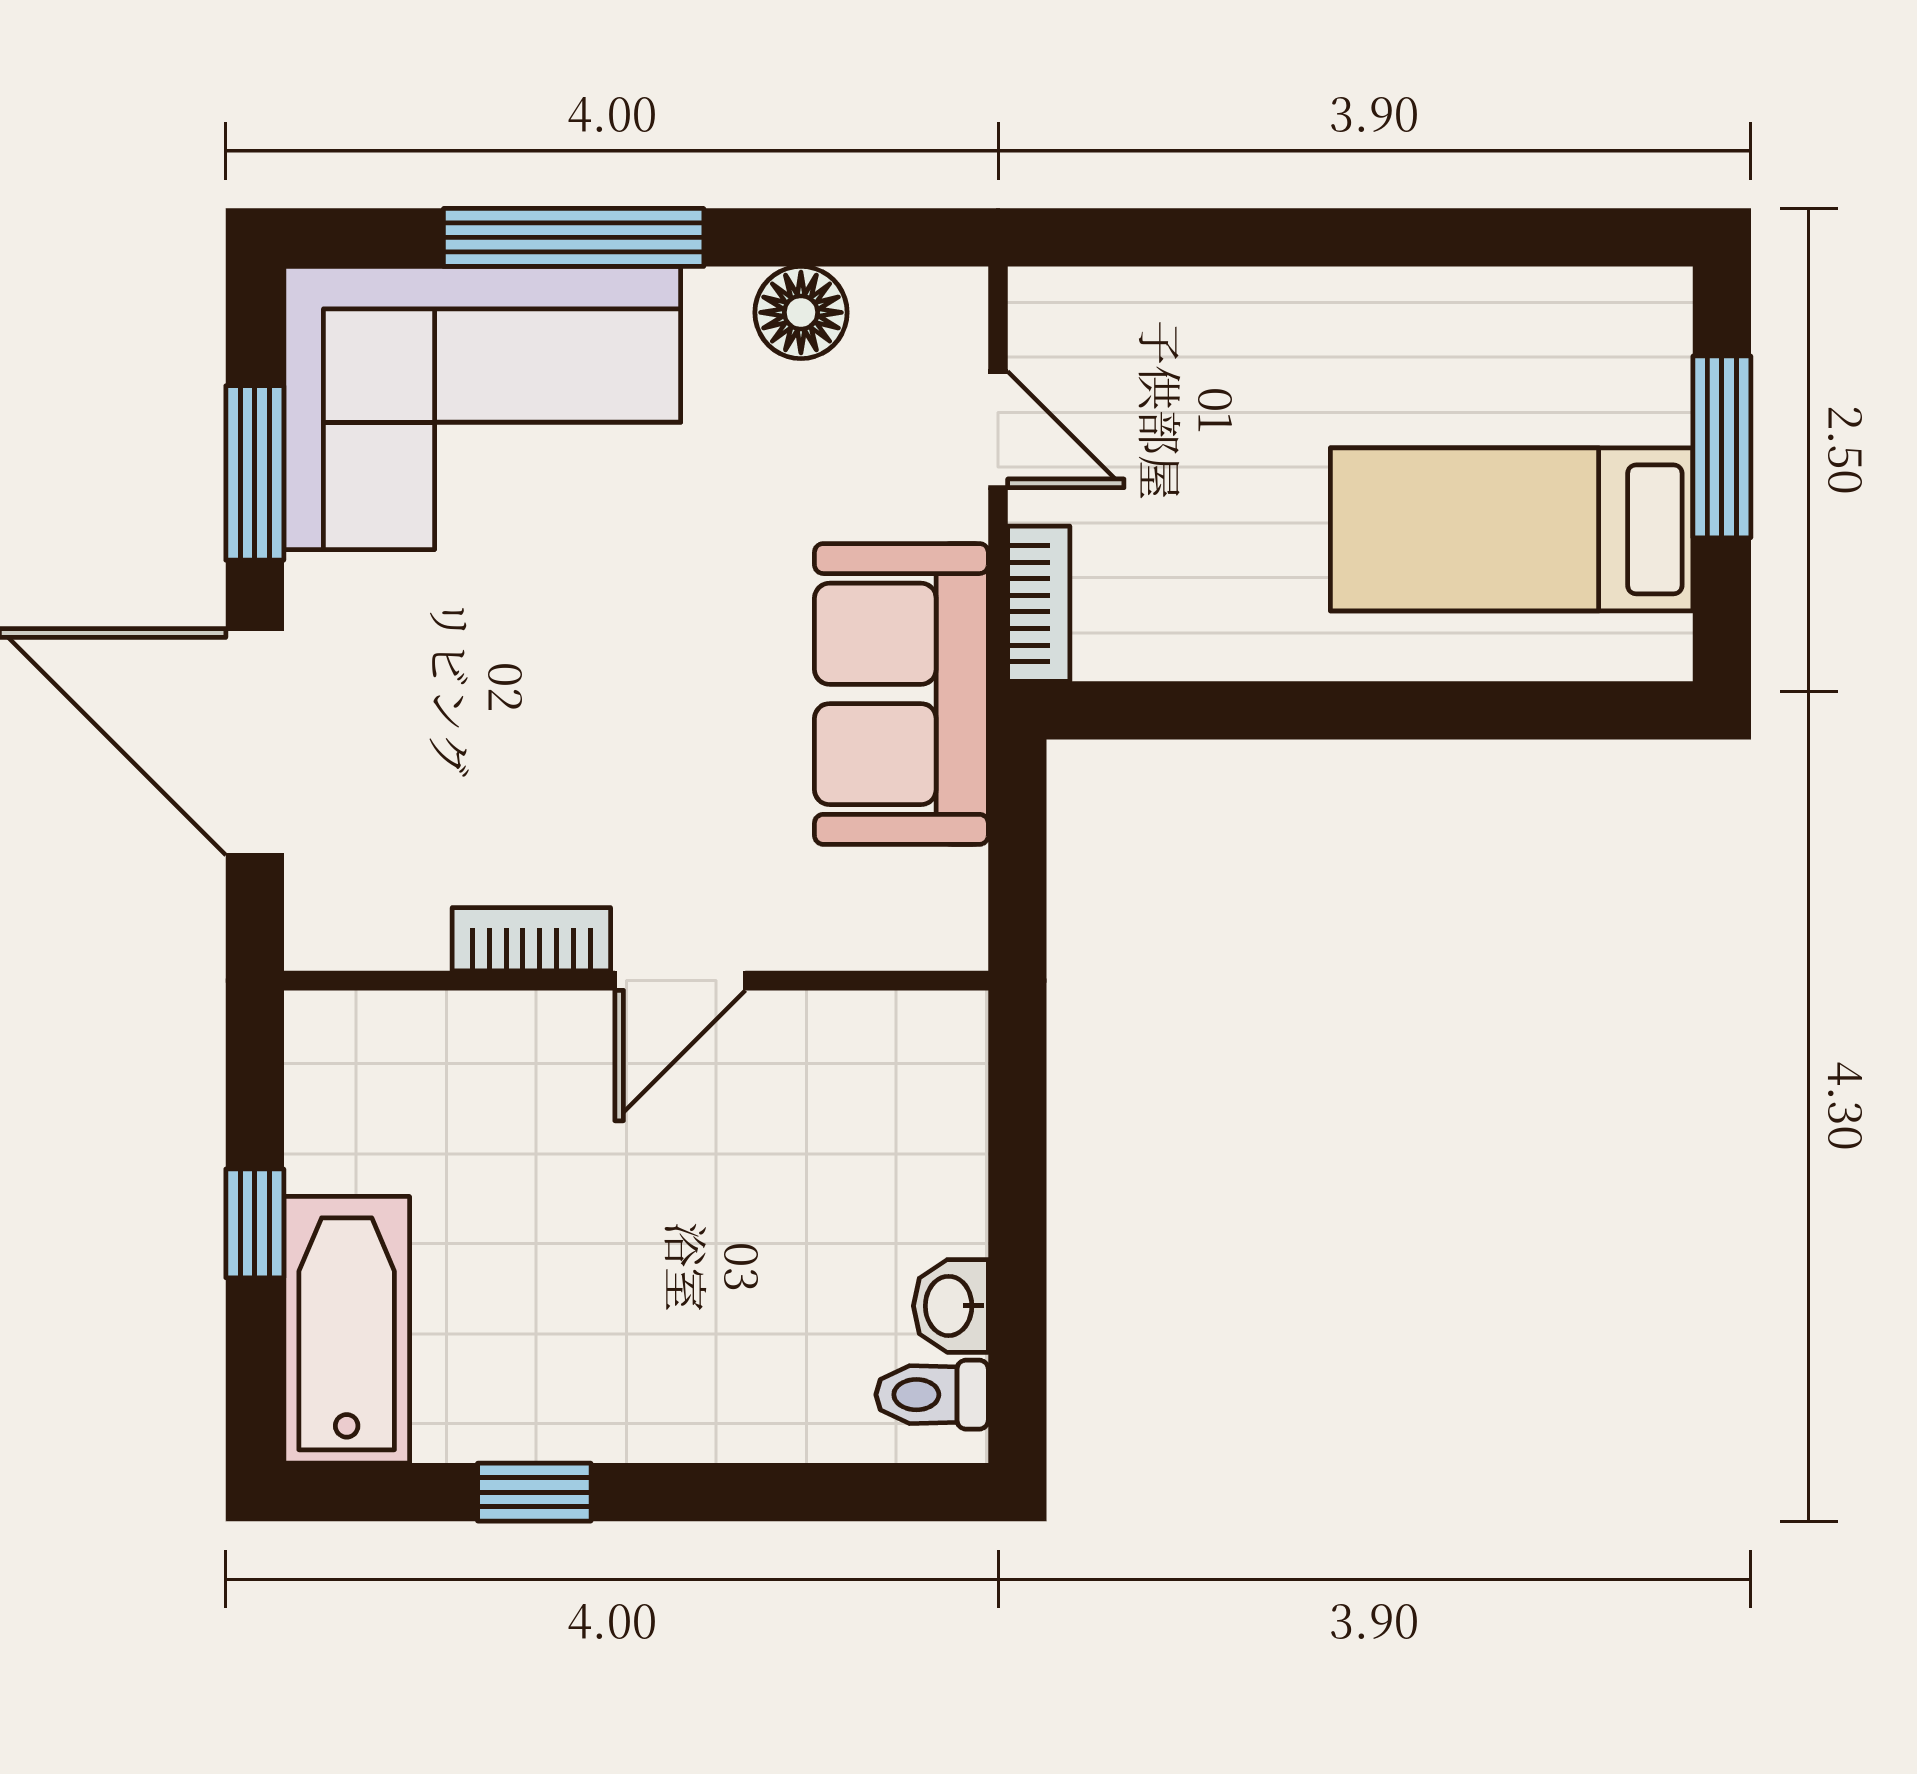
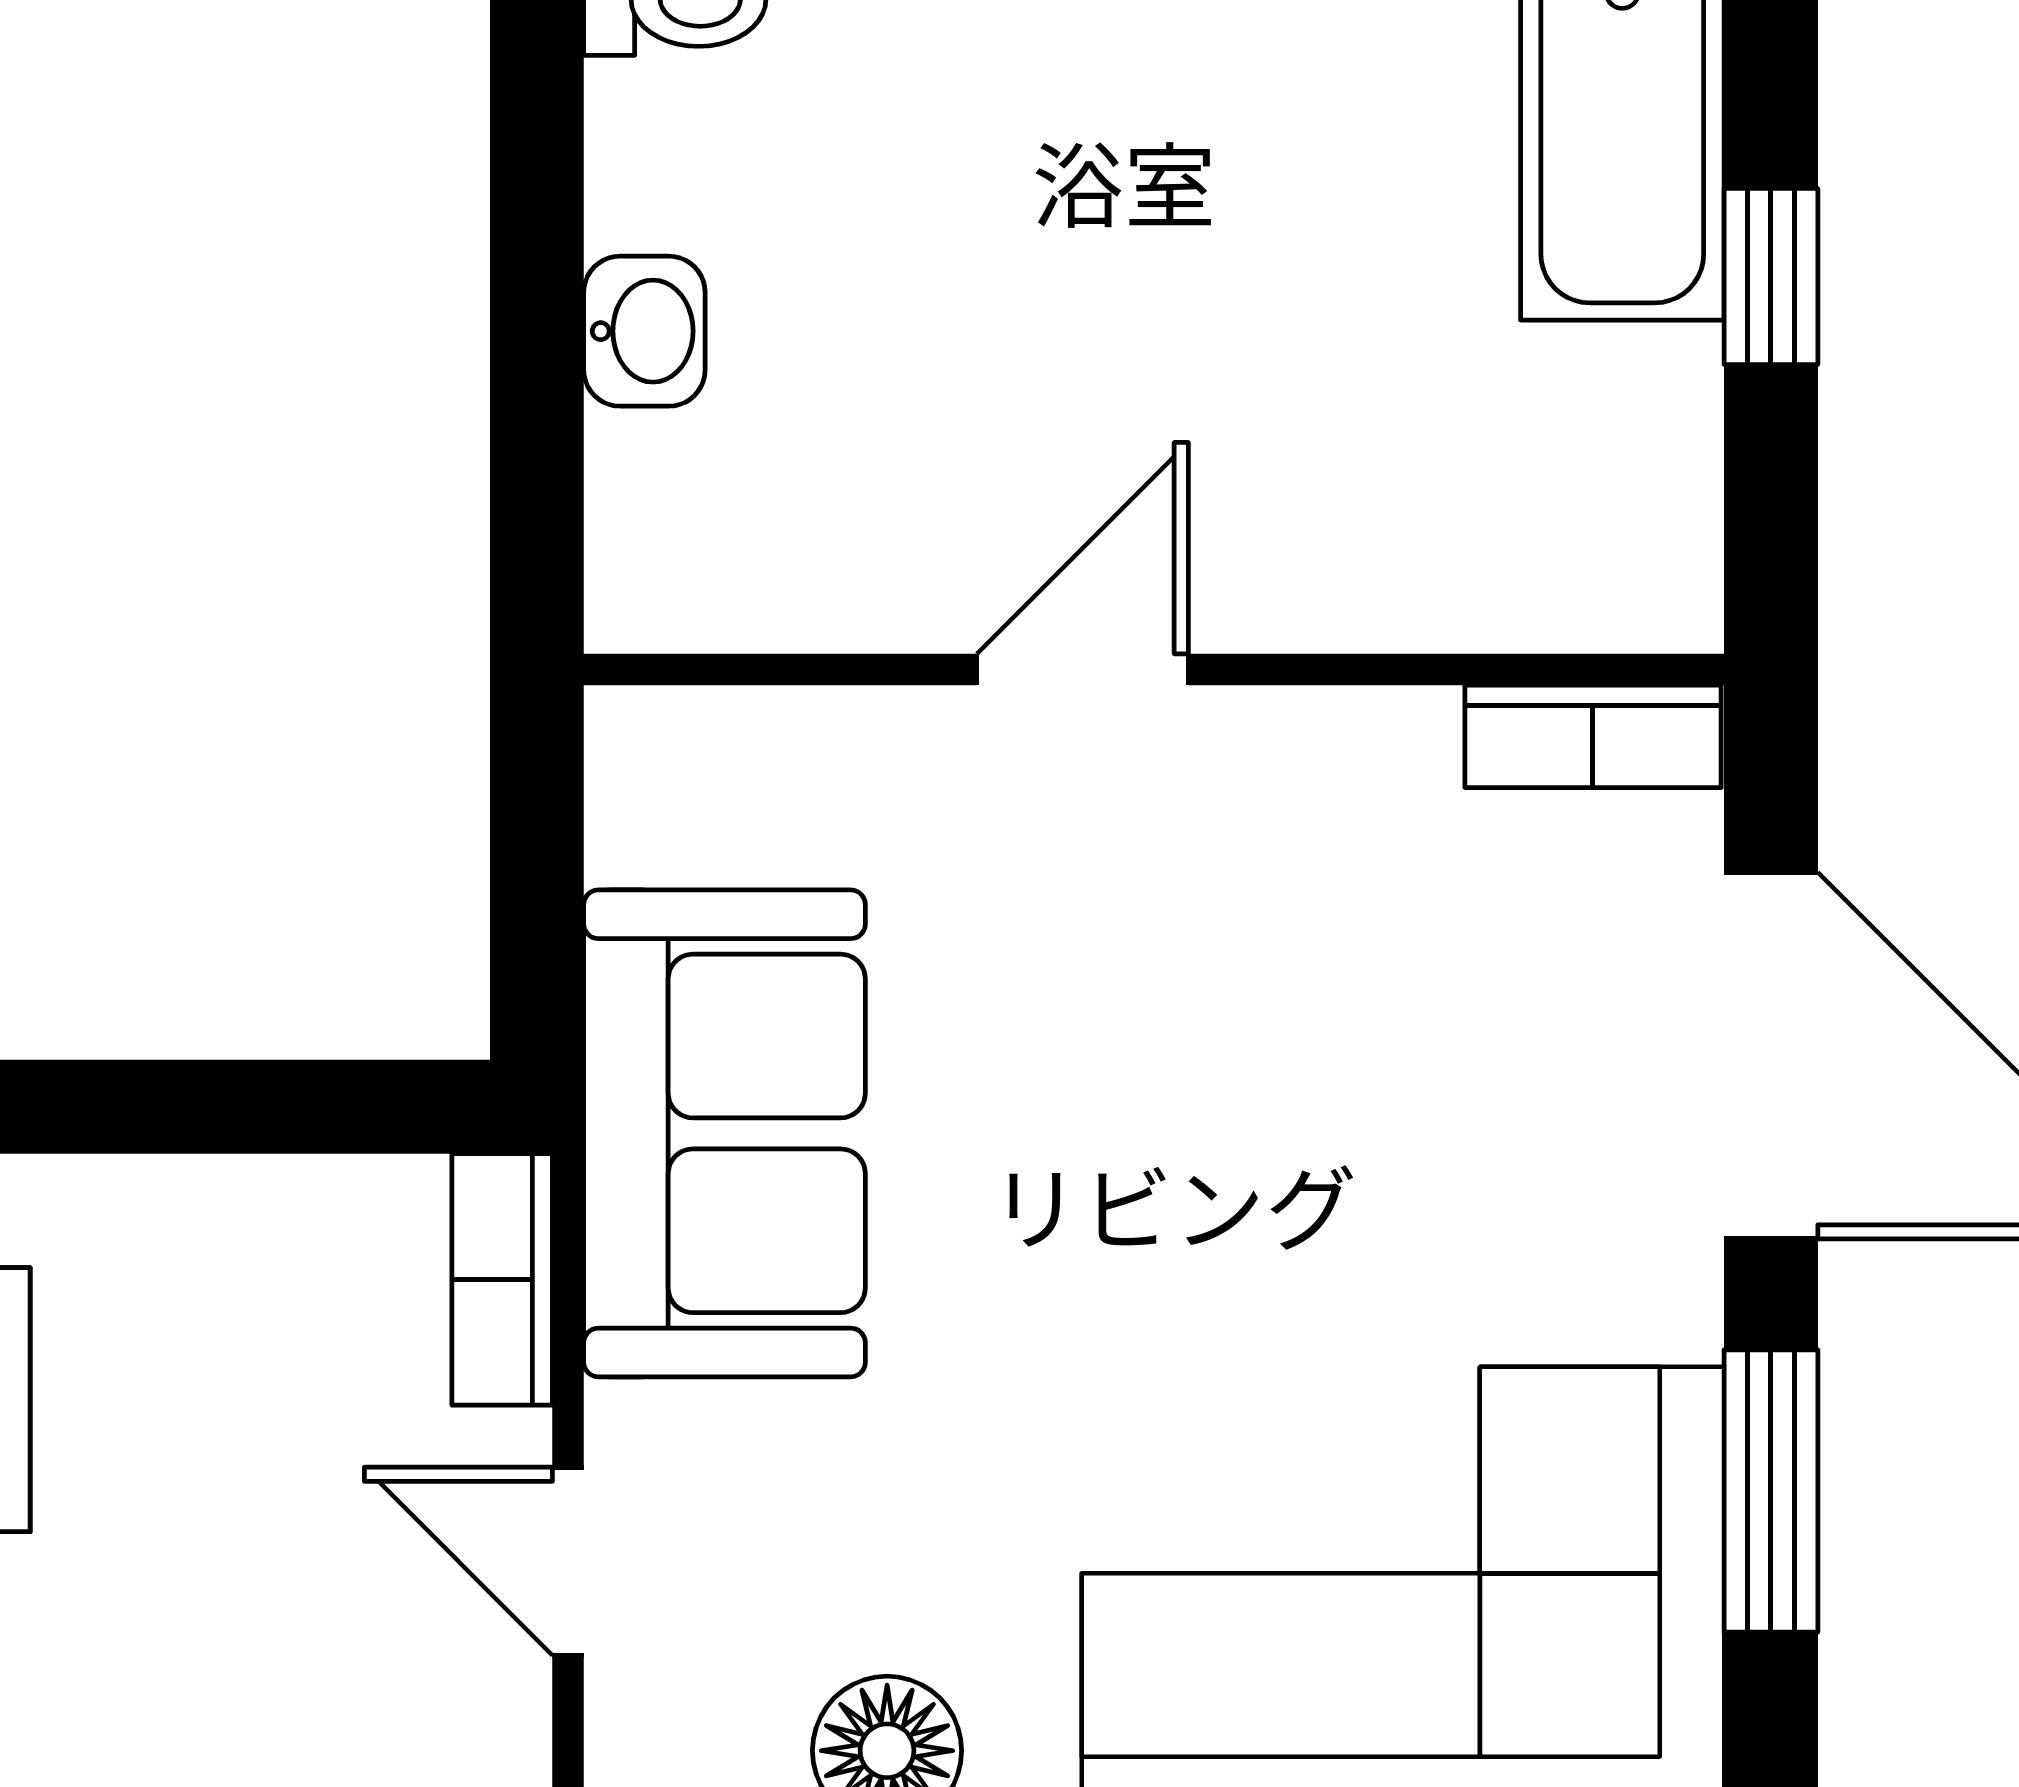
bookcase: (531, 939) -> (1593, 736), moved
washbasin: (951, 1306) -> (644, 331), moved

